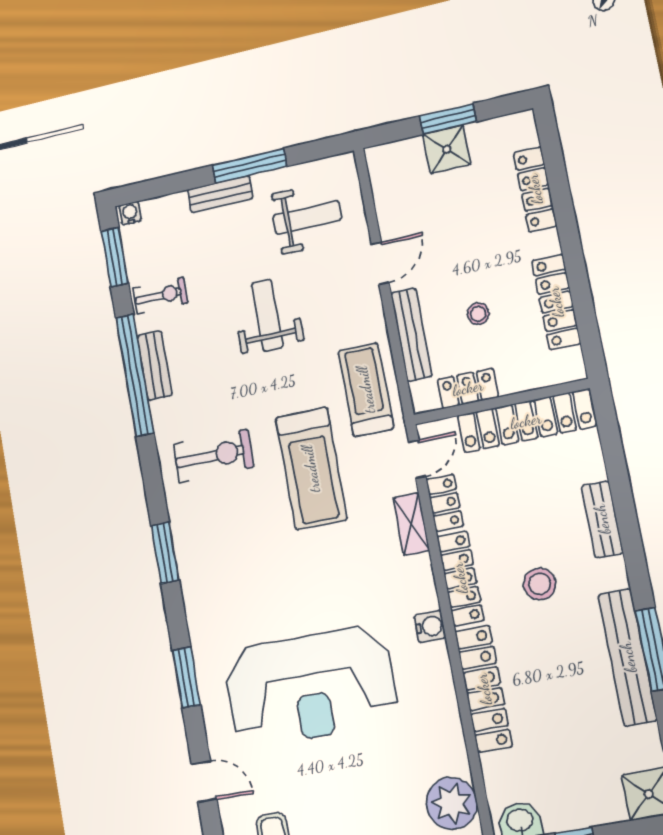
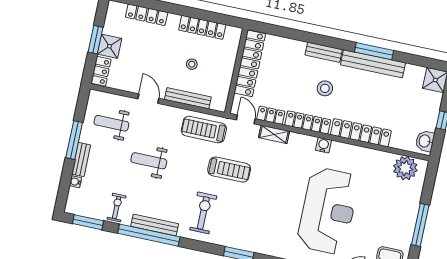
water cooler: (130, 213) -> (75, 182), moved
weight bench: (307, 218) -> (111, 123), turned -90
bench: (155, 366) -> (155, 225), width x1.36
locker: (468, 388) -> (101, 71), moved, turned 180
treadmill: (311, 469) -> (229, 170), width x0.73, depth x0.73
bench: (602, 519) -> (324, 52), moved

